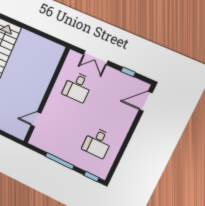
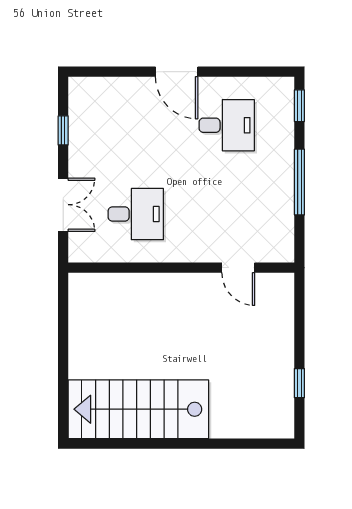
door: (146, 101) -> (177, 72), moved

